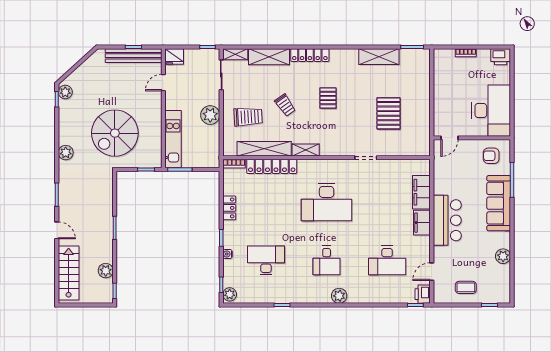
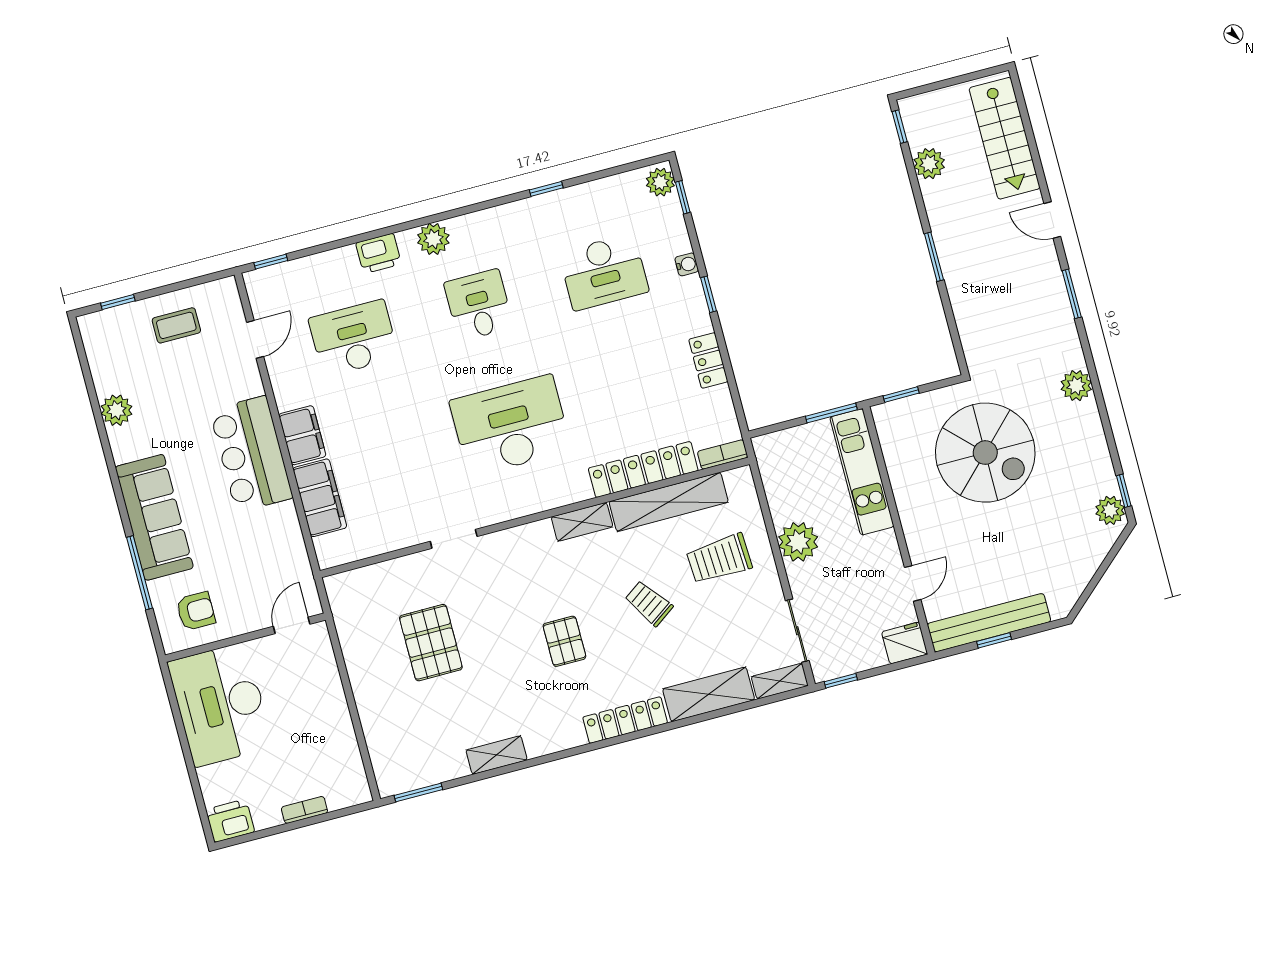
shelving: (379, 57) -> (497, 755), width x0.67, depth x0.75
spiral stairs: (115, 133) -> (985, 453), turned 90
printer: (423, 294) -> (379, 253), moved, turned 90

